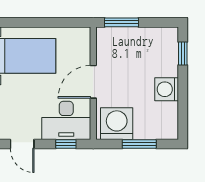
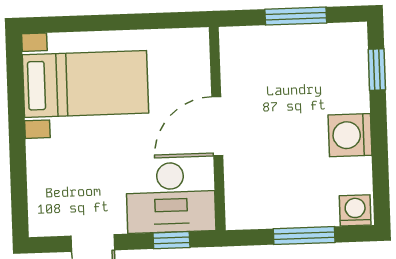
window: (122, 22) -> (296, 16), moved
washing machine: (117, 124) -> (355, 210), moved, width x0.53, depth x0.53

